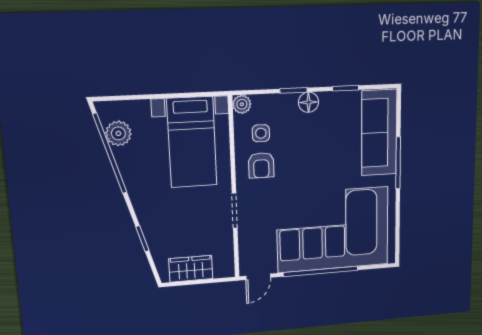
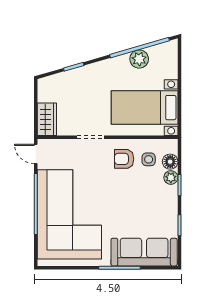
floor lamp: (309, 102) -> (170, 162), moved
plant: (242, 104) -> (171, 178), moved
plant: (118, 133) -> (139, 59), moved
wardrobe: (191, 269) -> (47, 119), moved

